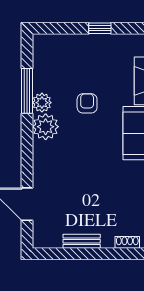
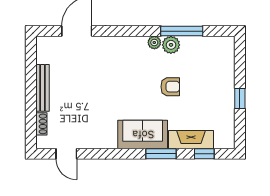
plant: (46, 127) -> (154, 43), width x0.53, depth x0.53
bench: (82, 241) -> (42, 88), width x1.36

